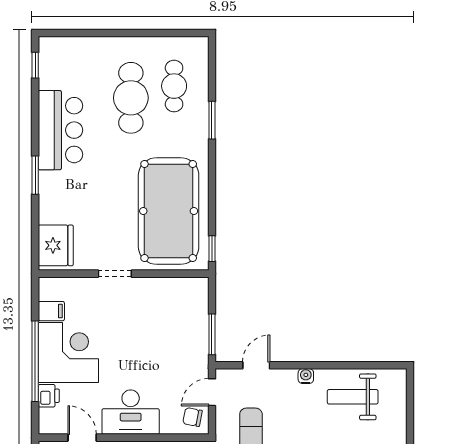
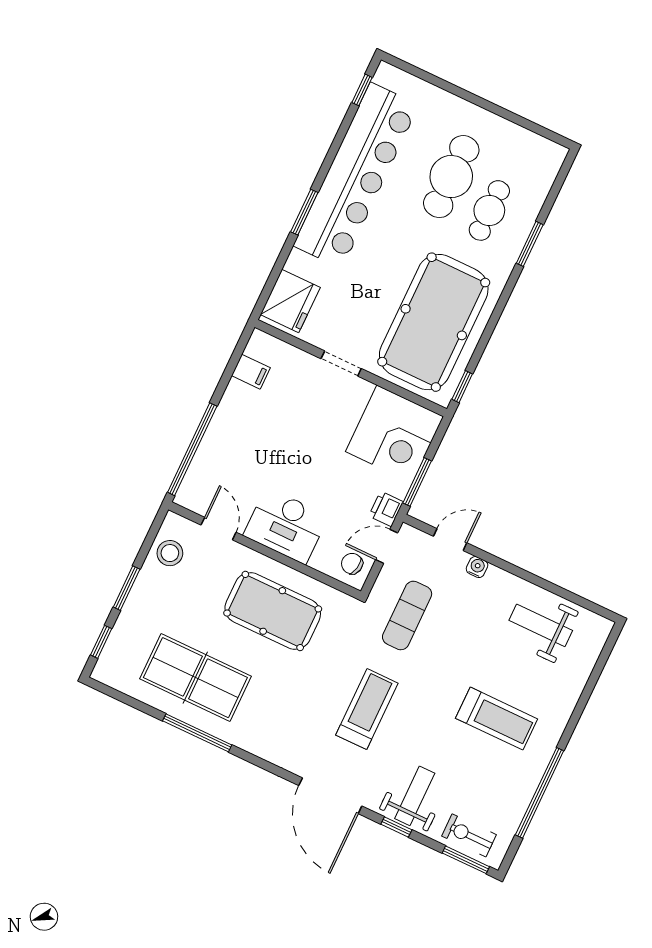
cafe table: (174, 86) -> (489, 210), moved
bar counter: (60, 130) -> (356, 175), width x1.86
corner desk: (68, 353) -> (395, 434), moved, turned 90
window: (35, 361) -> (192, 449), moved
water cooler: (306, 376) -> (477, 567), moved
printer: (49, 396) -> (386, 509), moved, turned 180

